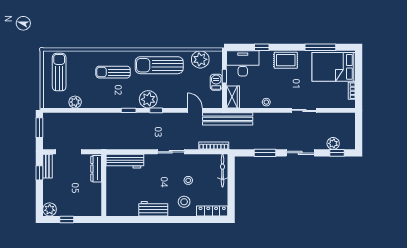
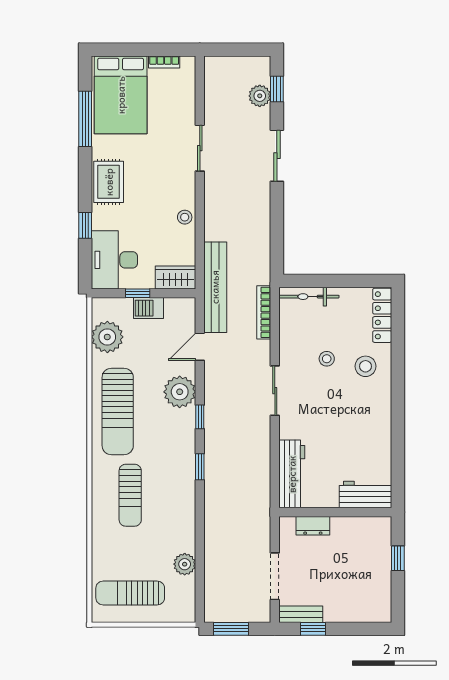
plant: (148, 99) -> (180, 392), moved
window: (265, 153) -> (277, 219), removed
dresser: (96, 169) -> (313, 526), width x0.70
plant: (50, 209) -> (379, 610), removed
workbench: (153, 209) -> (365, 495), moved, turned 90
window: (67, 220) -> (398, 558), moved

